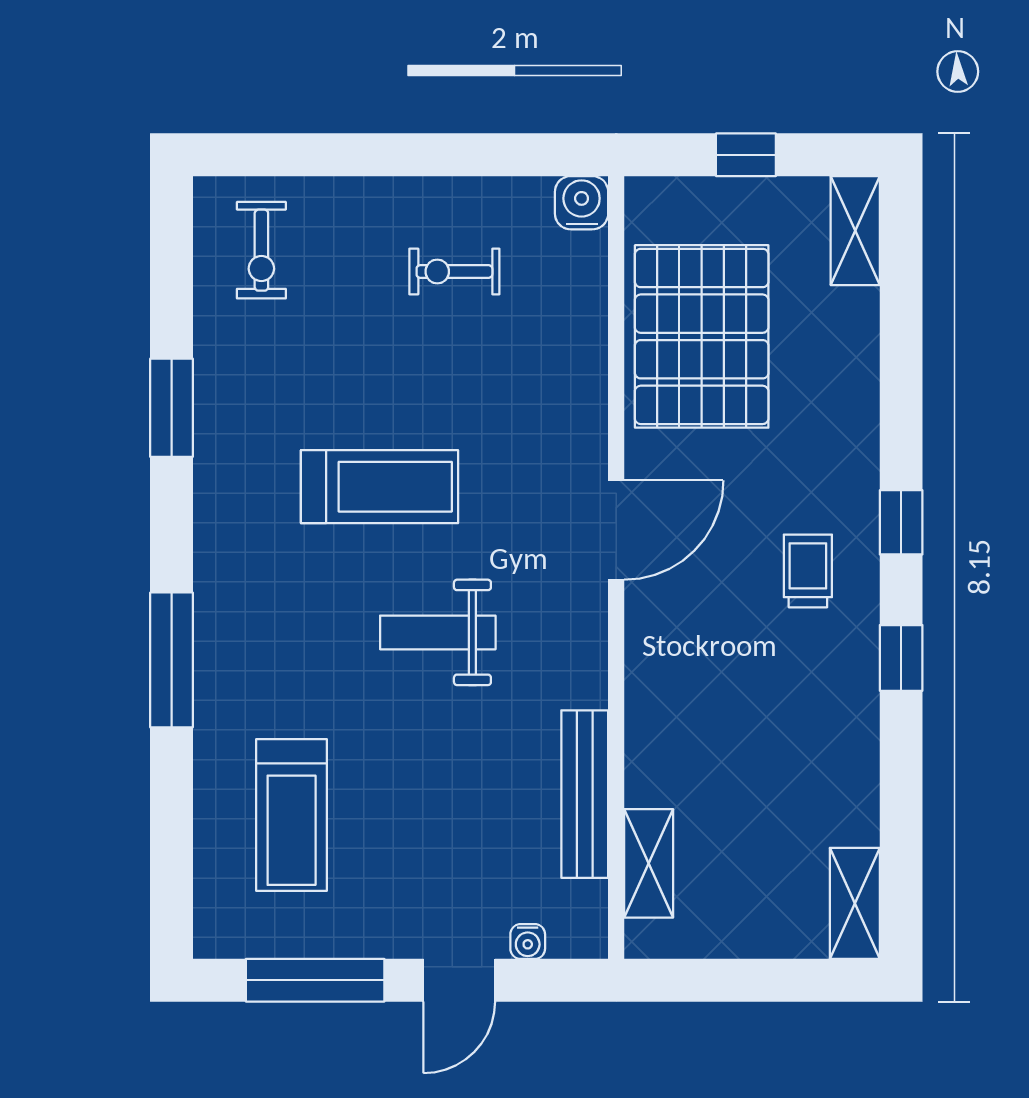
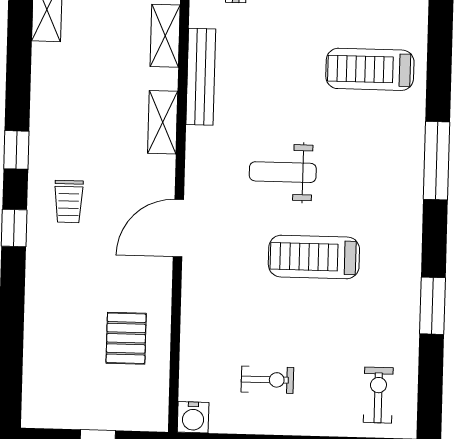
shelving: (855, 231) -> (163, 122), moved
pallet: (702, 336) -> (126, 338), width x0.49, depth x0.50
weight bench: (438, 632) -> (283, 172), turned 180
treadmill: (292, 815) -> (370, 69), turned -90

